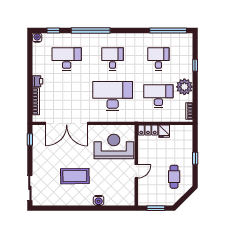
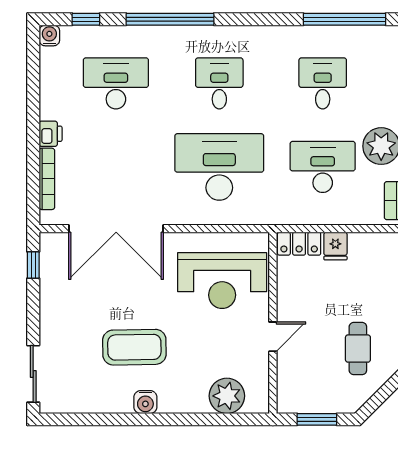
reception desk: (114, 146) -> (222, 281), turned 180
plant: (116, 198) -> (227, 396), added
water cooler: (99, 200) -> (145, 402), moved

